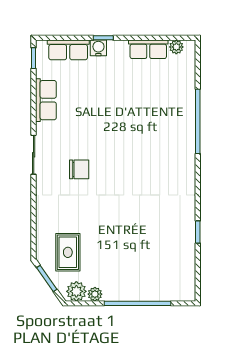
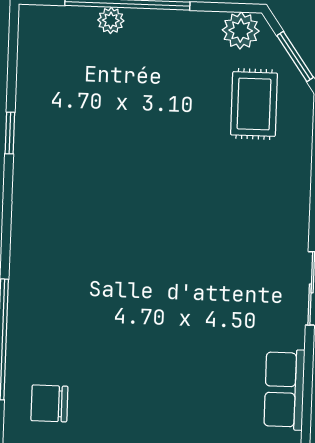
chair: (79, 169) -> (49, 403), moved
plant: (95, 294) -> (111, 20), moved

